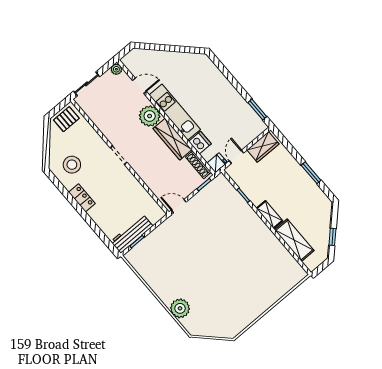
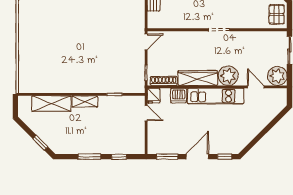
window: (218, 63) -> (225, 157), added
plant: (116, 69) -> (277, 76), width x1.88, depth x1.88
door: (237, 85) -> (197, 157), added
door: (139, 86) -> (256, 87), swing flipped
wardrobe: (263, 147) -> (137, 138), removed
window: (291, 149) -> (119, 157), added
window: (332, 237) -> (40, 143), moved

